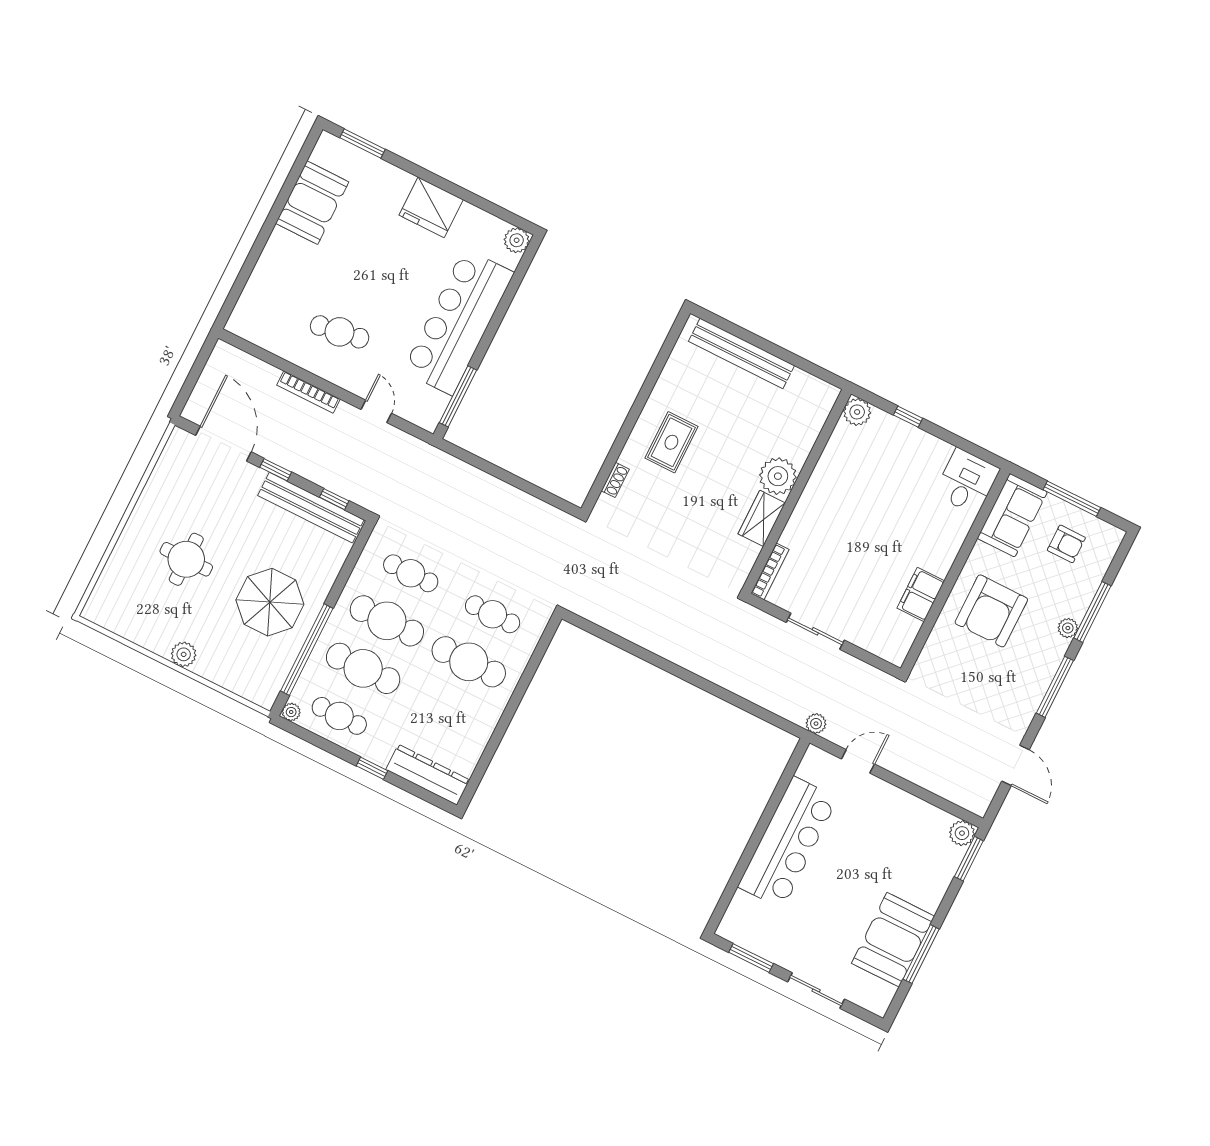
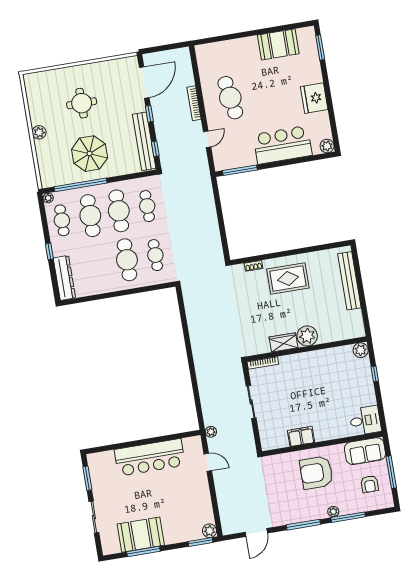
bar counter: (458, 322) -> (283, 145), width x0.73
cafe table: (340, 332) -> (230, 98), width x1.37, depth x1.35
rug: (671, 442) -> (288, 278), width x1.36, depth x1.43

